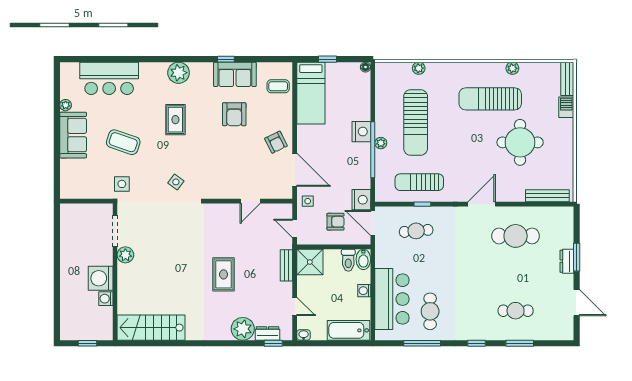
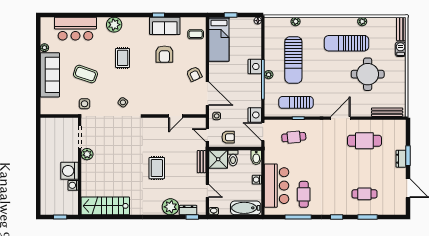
plant: (179, 73) -> (114, 25), moved
sofa: (73, 135) -> (50, 75), width x1.36
armchair: (336, 222) -> (228, 137), moved
toilet: (348, 260) -> (233, 158), moved

